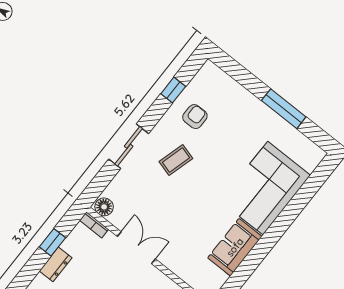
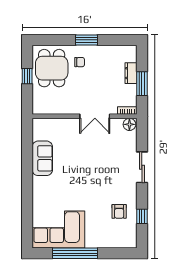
window: (284, 109) -> (75, 253), width x1.46
coffee table: (176, 160) -> (111, 180), removed
corner sofa: (265, 188) -> (58, 229), moved, turned -90
window: (52, 242) -> (142, 84), width x1.50

